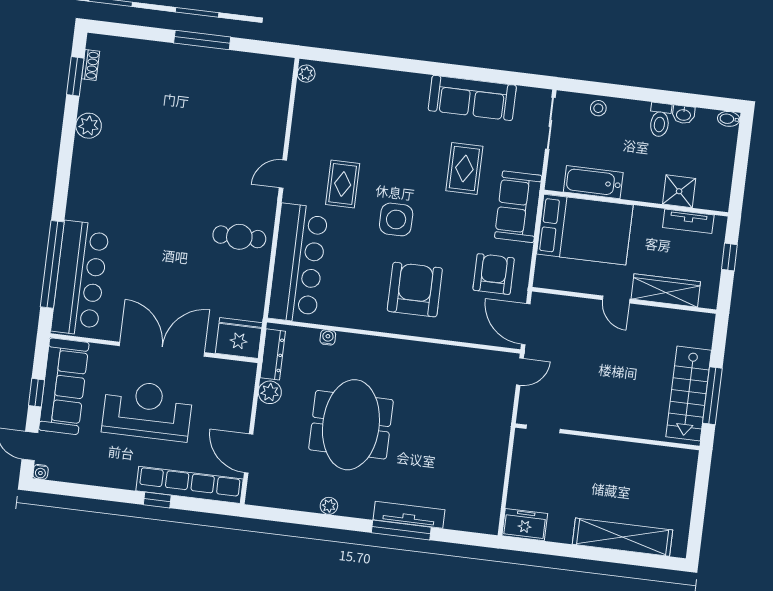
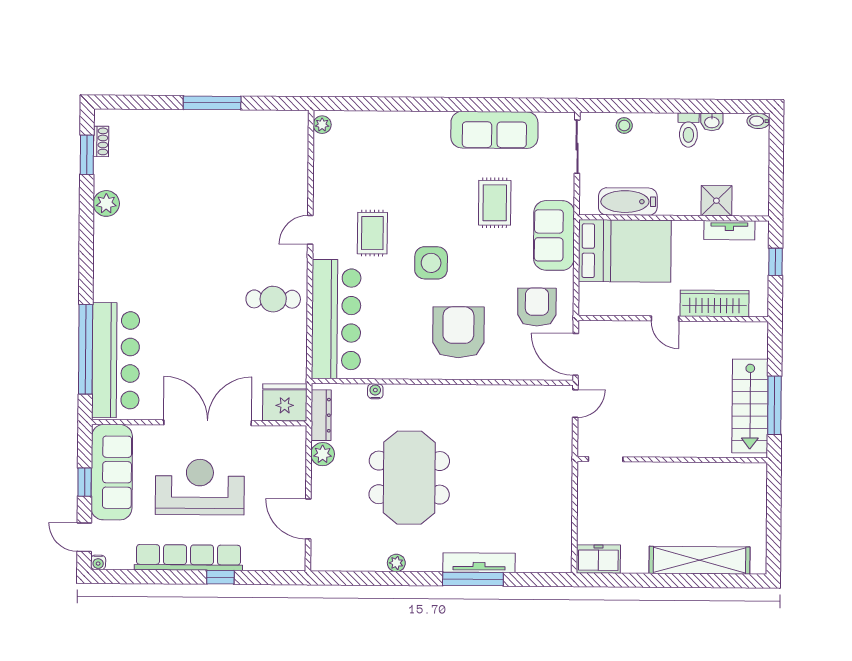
row of seats: (190, 485) -> (188, 558), moved

